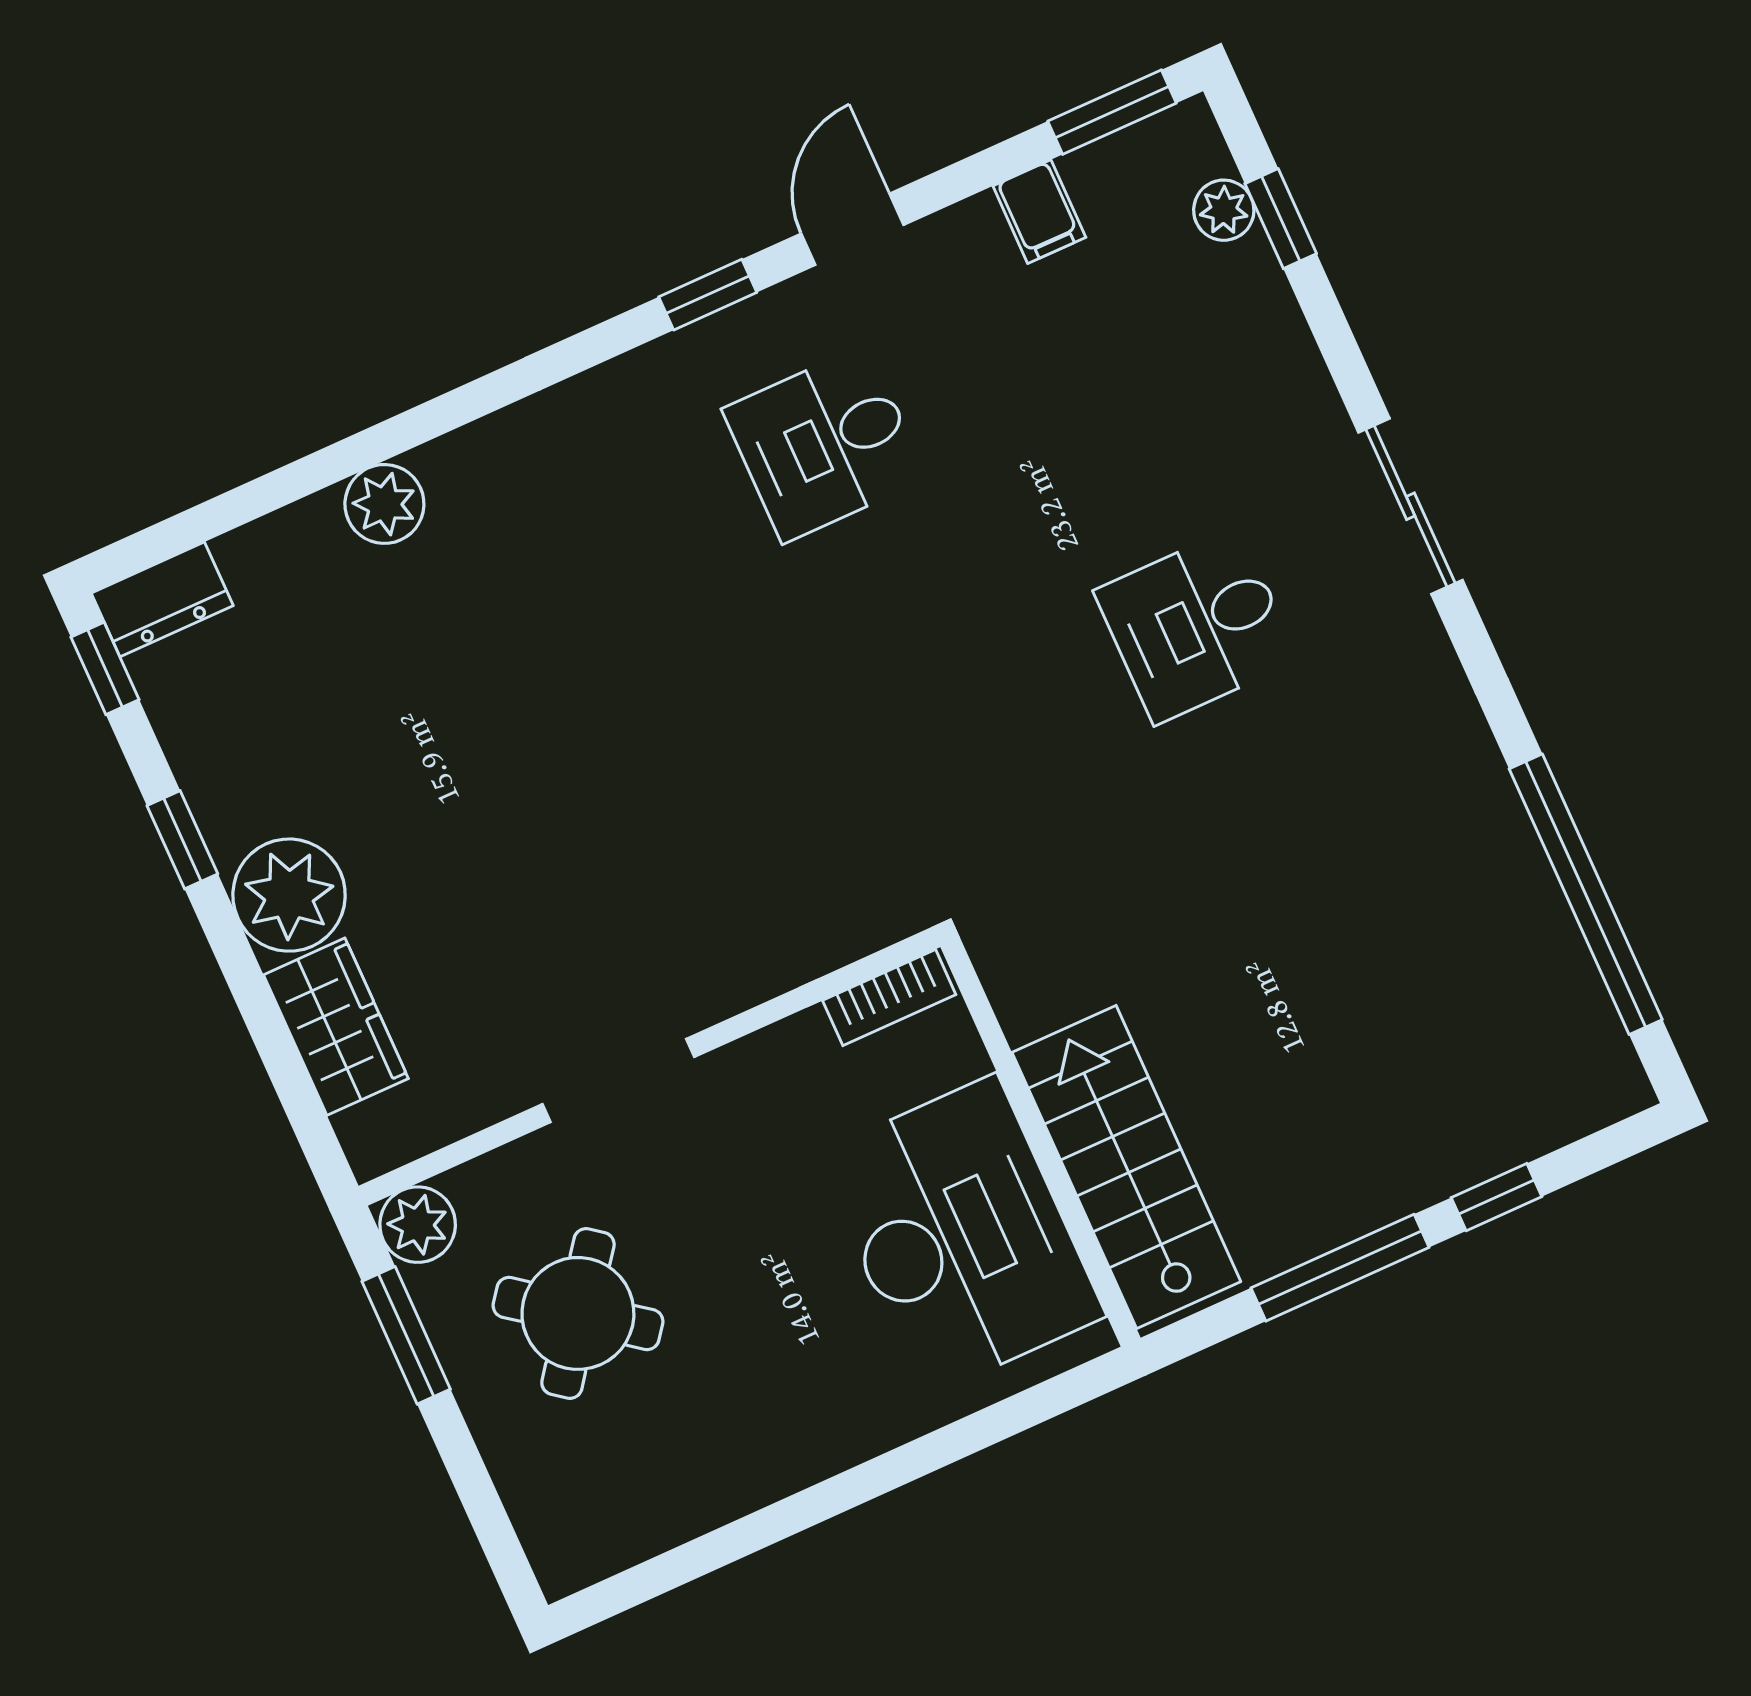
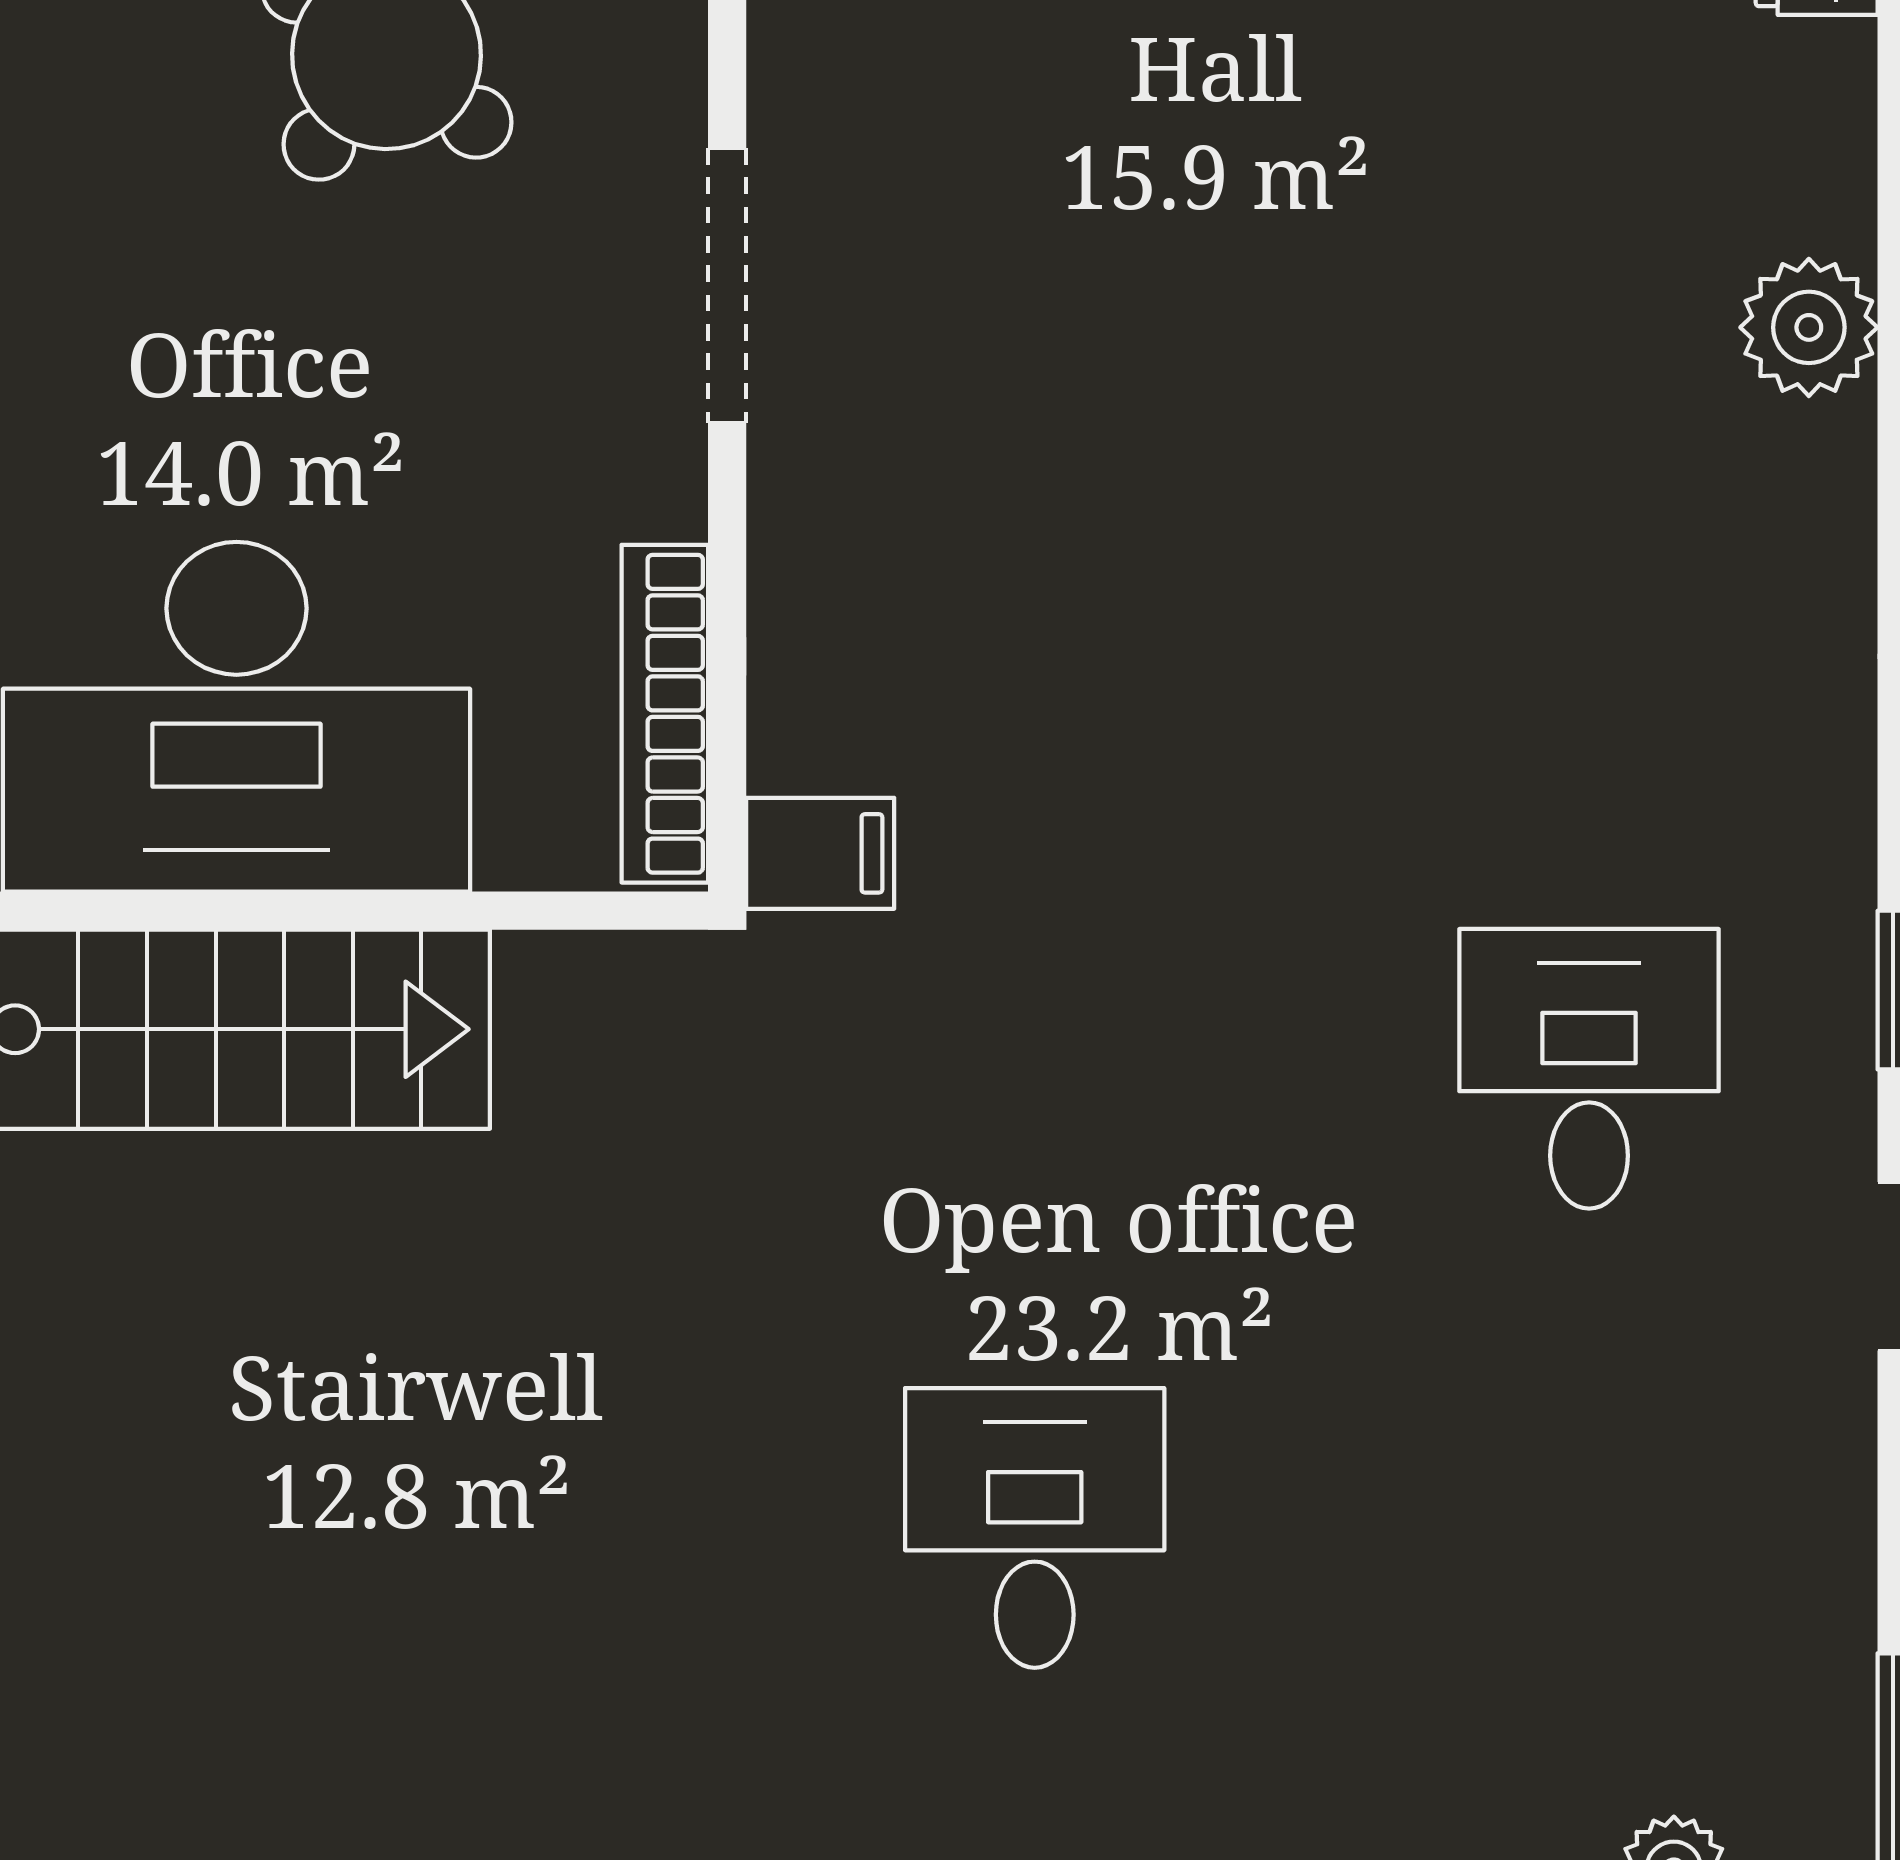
filing cabinet: (1039, 212) -> (820, 853), moved, turned 180
bookcase: (889, 997) -> (665, 714), width x1.56

